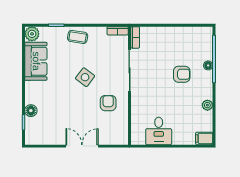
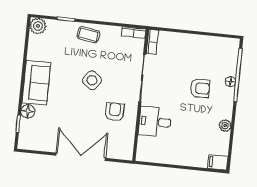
sofa: (36, 61) -> (36, 83), moved
desk: (159, 131) -> (155, 122), moved, turned 90
double door: (82, 146) -> (81, 157), width x1.37

